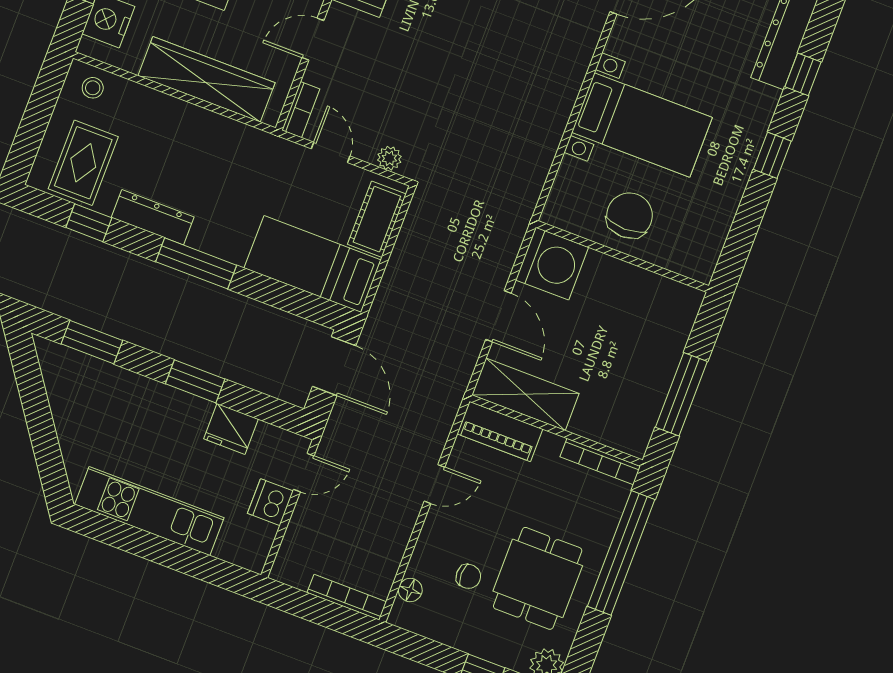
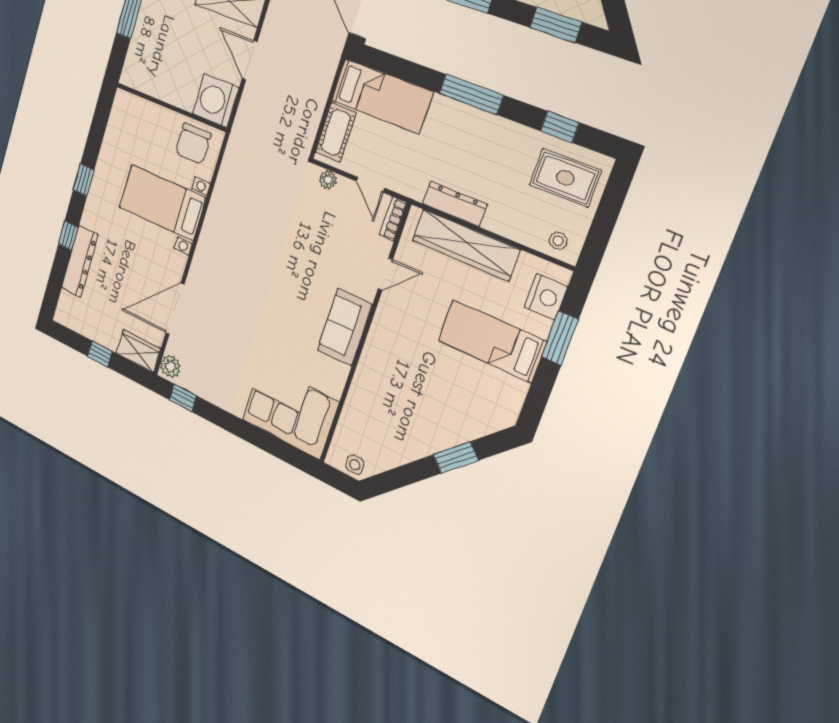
rug: (83, 163) -> (565, 178), turned 90
chair: (629, 216) -> (193, 144), moved
dresser: (153, 217) -> (455, 204), moved, turned 180

